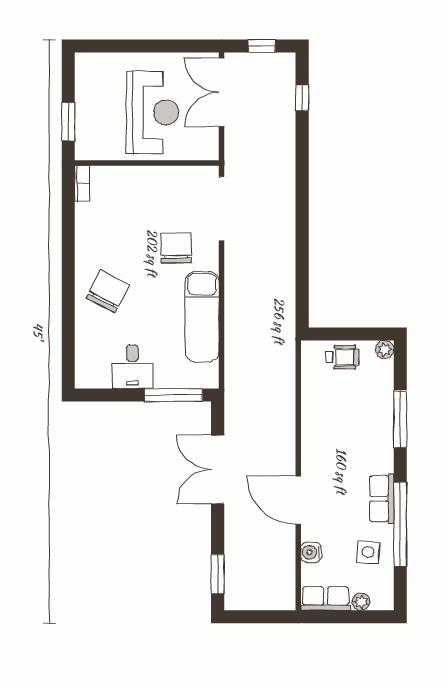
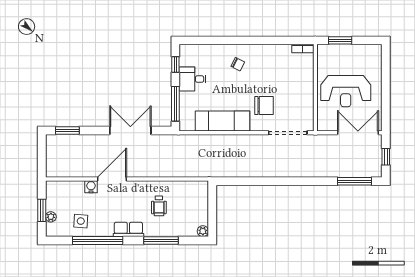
window: (302, 98) -> (354, 181), width x2.17
chair: (108, 292) -> (238, 64), width x0.54, depth x0.54
wheelchair: (342, 357) -> (159, 206), moved
window: (108, 395) -> (175, 65), added
row of seats: (382, 499) -> (128, 229), moved
water cooler: (311, 552) -> (91, 187), moved
row of seats: (326, 599) -> (53, 196), removed
window: (350, 617) -> (42, 210), added

